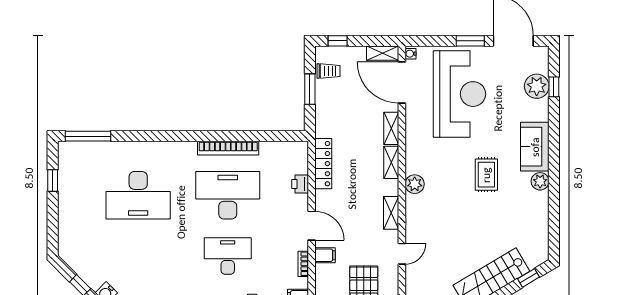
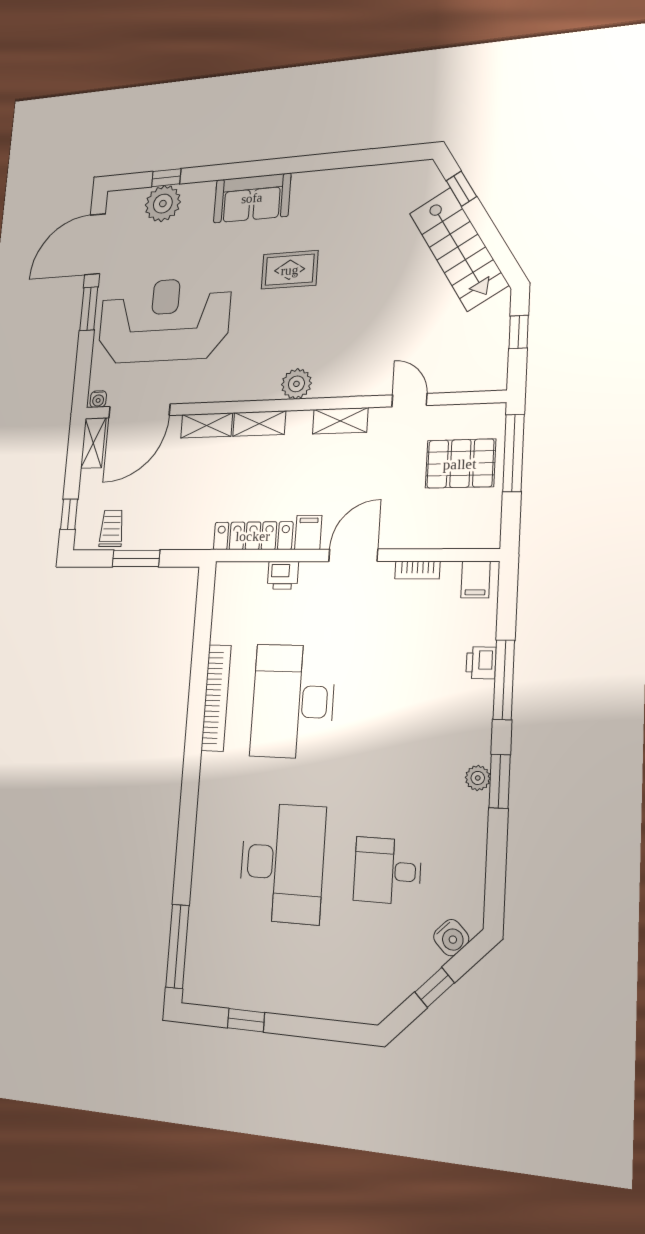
plant: (540, 181) -> (306, 185), removed
filing cabinet: (325, 255) -> (308, 532), moved
desk: (228, 256) -> (387, 871), moved, width x0.73

